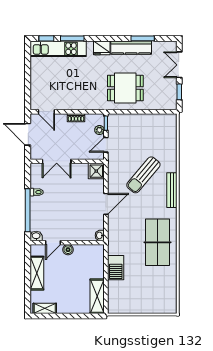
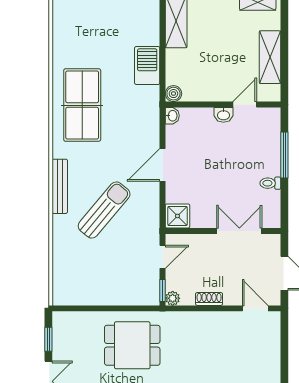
plant: (99, 130) -> (173, 298), moved
window: (28, 210) -> (284, 155), width x0.68
washbasin: (36, 236) -> (223, 115), moved
boiler: (68, 250) -> (173, 94), moved

